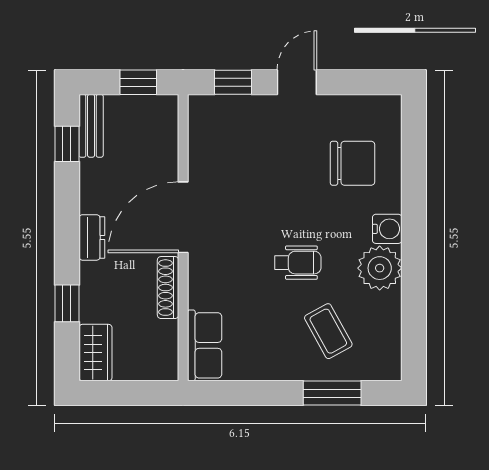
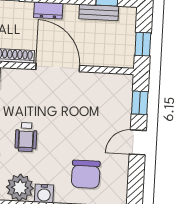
door: (297, 82) -> (138, 142), swing flipped
bench: (91, 126) -> (99, 12), moved

